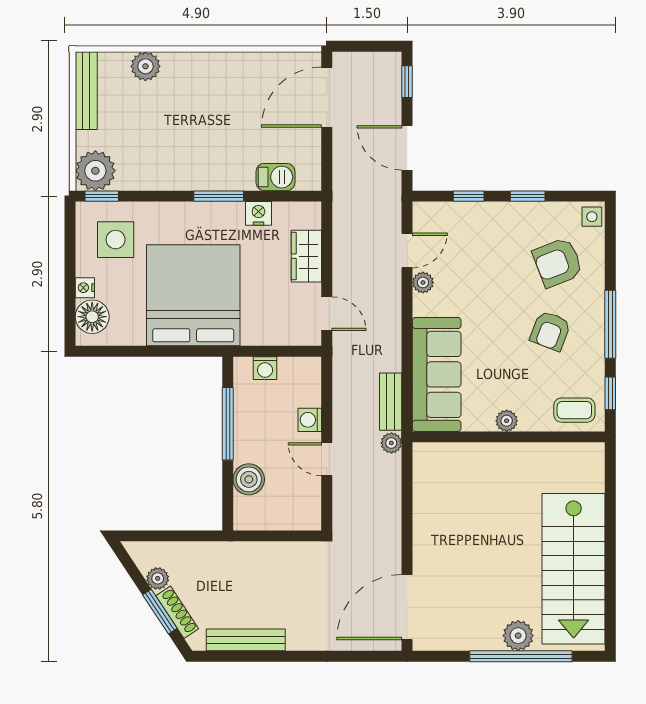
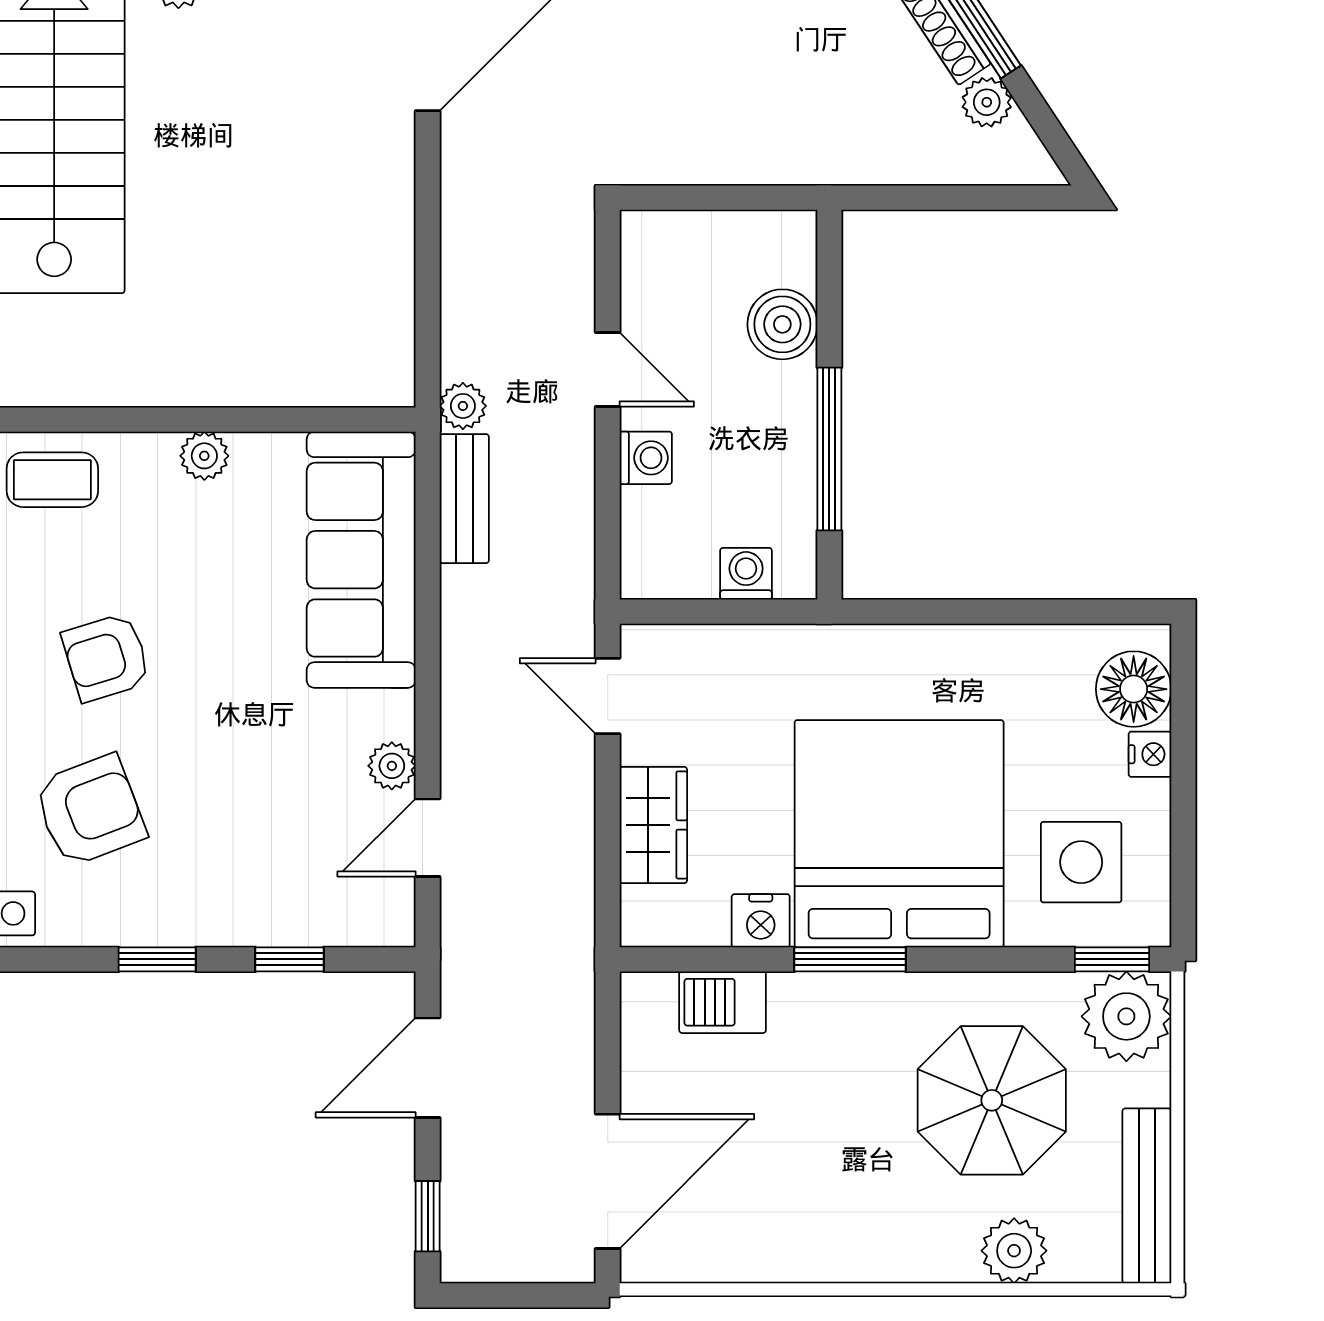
parasol: (155, 133) -> (992, 1100), added
door: (407, 148) -> (428, 1068), swing flipped
bed: (193, 295) -> (899, 834), moved, turned 180
armchair: (550, 331) -> (106, 657), turned -128

